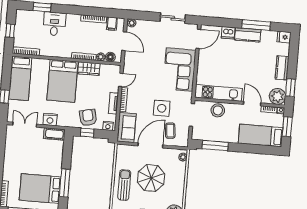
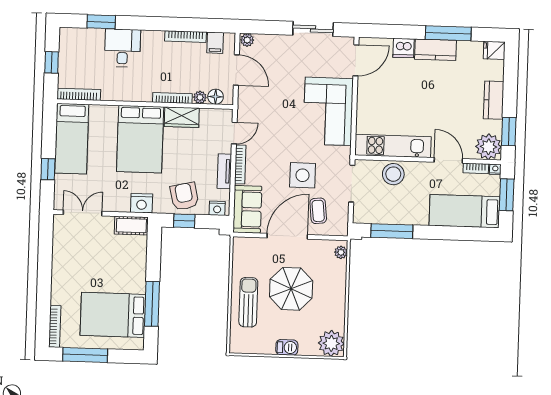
nightstand: (50, 120) -> (142, 203), moved

